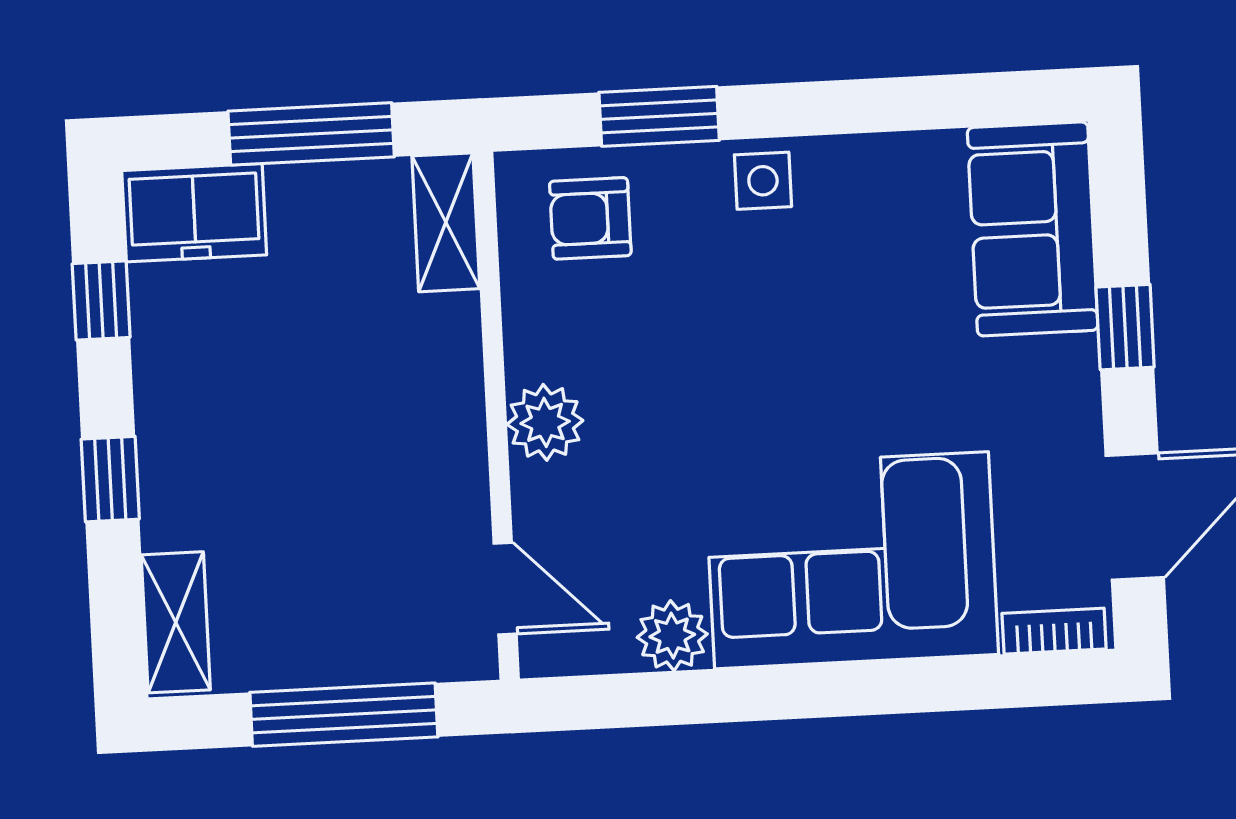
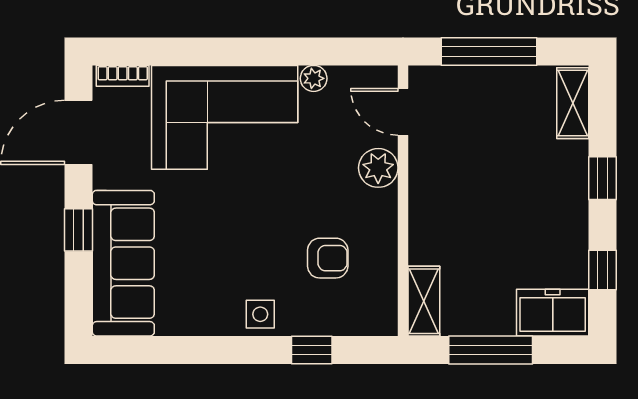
window: (659, 116) -> (312, 350), width x0.67
armchair: (590, 218) -> (328, 258), moved
sofa: (1033, 229) -> (123, 263), width x1.36
plant: (545, 422) -> (378, 168), moved
plant: (672, 636) -> (314, 78), width x0.73, depth x0.73

